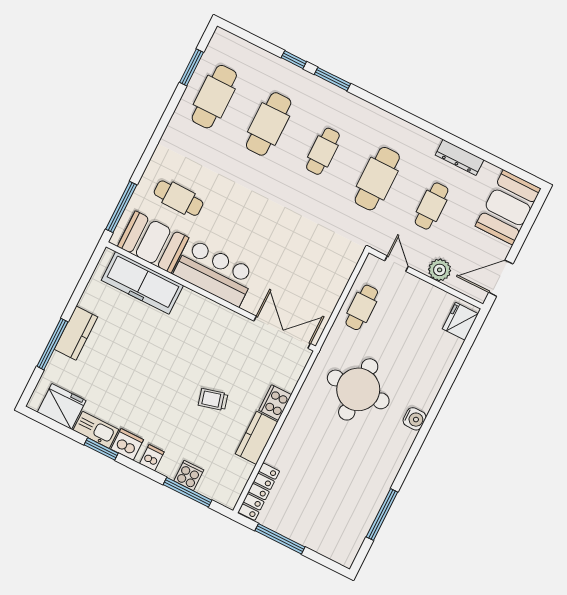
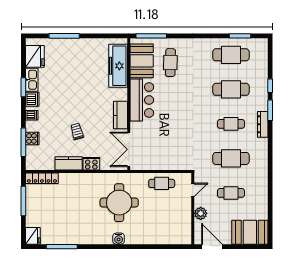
dresser: (460, 157) -> (263, 124), moved
fridge: (460, 321) -> (33, 236), moved, turned 90
double door: (282, 332) -> (129, 149), swing flipped
kitchen counter: (76, 333) -> (120, 115), moved, turned 90

